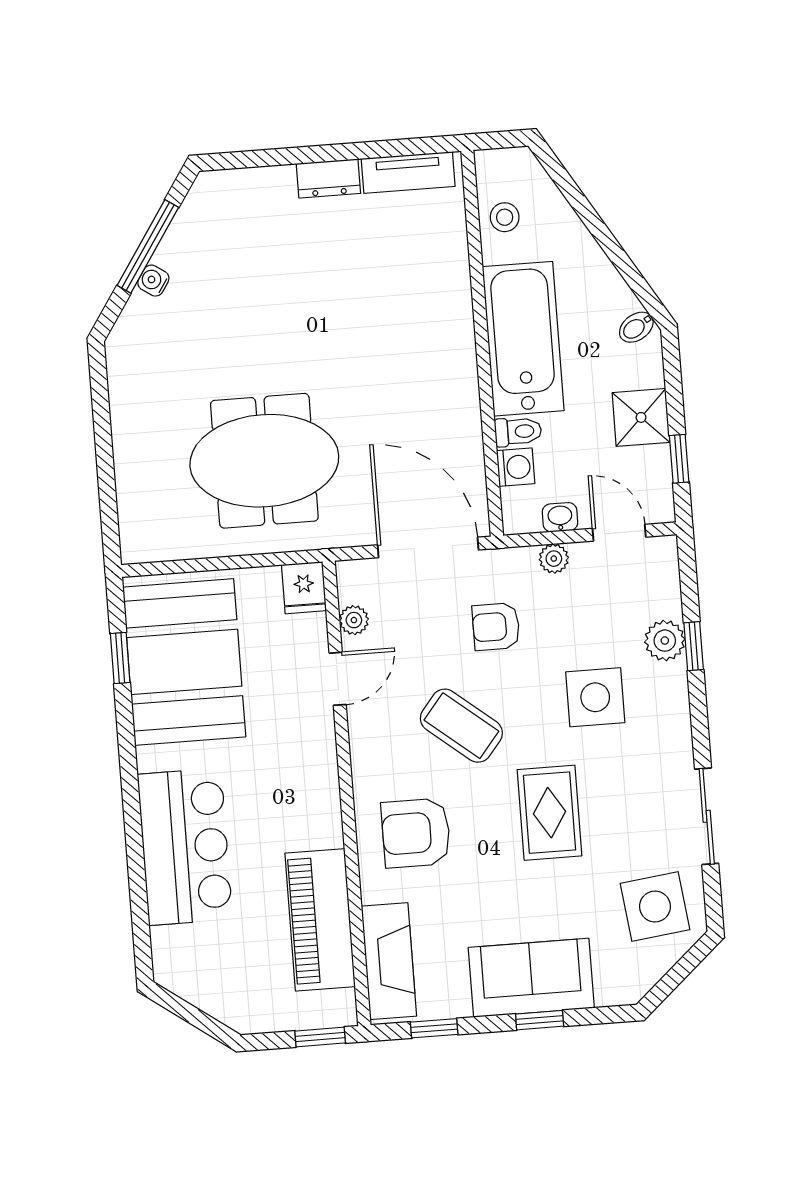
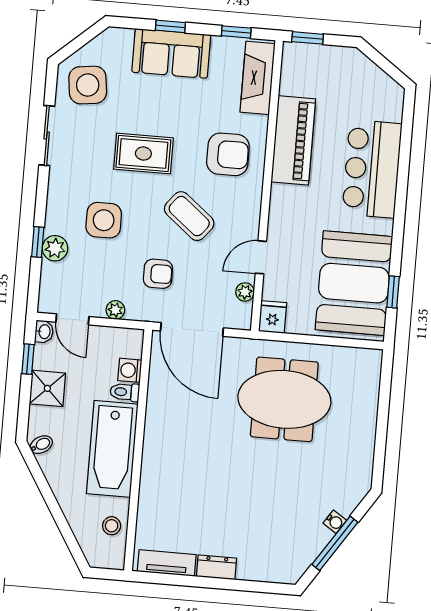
washbasin: (560, 517) -> (44, 332), moved, turned -90
rug: (550, 813) -> (143, 153), turned 90
piano: (320, 920) -> (293, 140), moved

